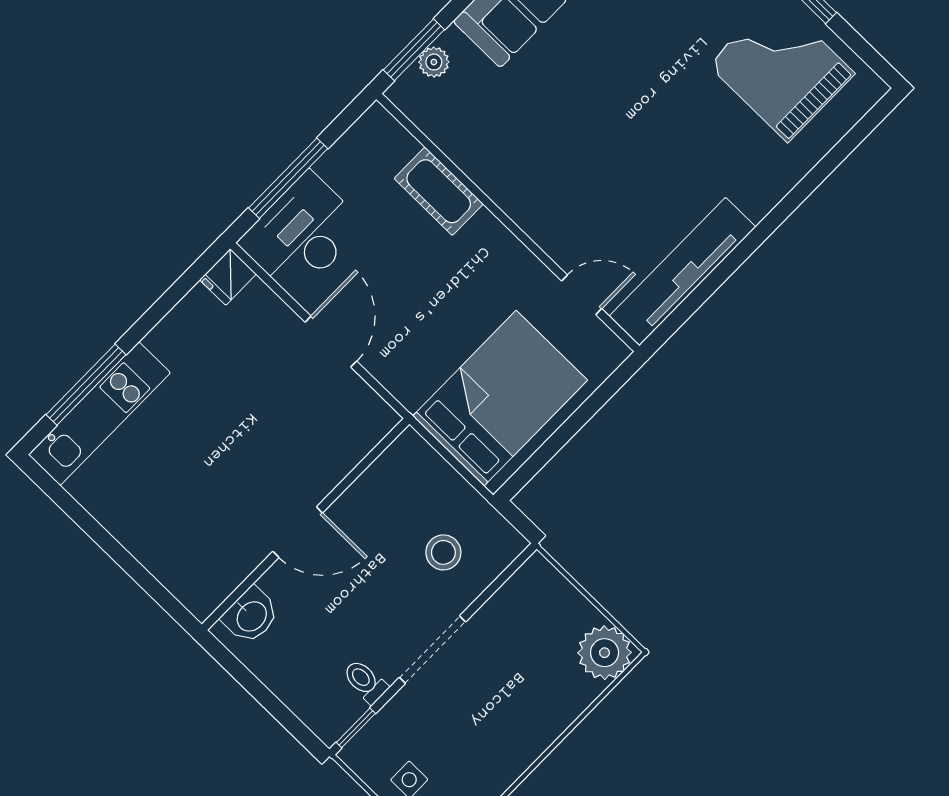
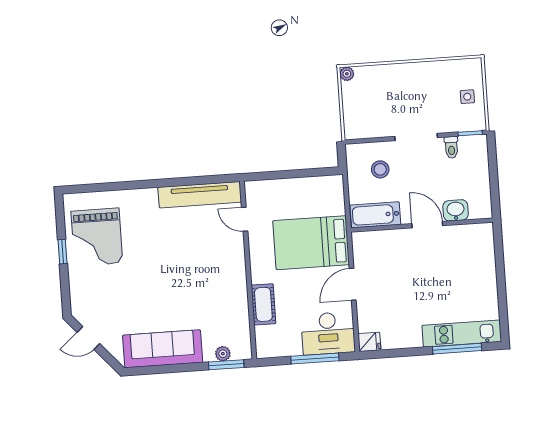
bed: (500, 398) -> (311, 243), moved
bathtub: (390, 477) -> (375, 215), added
washbasin: (251, 616) -> (456, 210), moved
plant: (605, 653) -> (347, 74), width x0.53, depth x0.53

